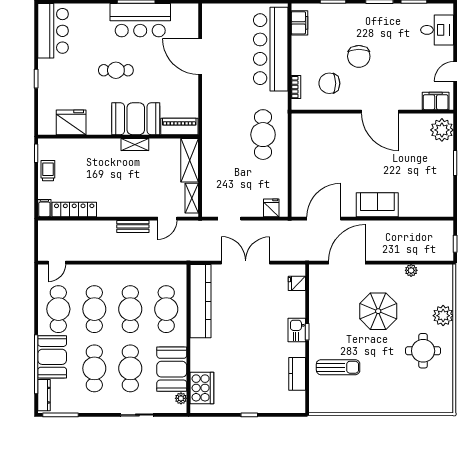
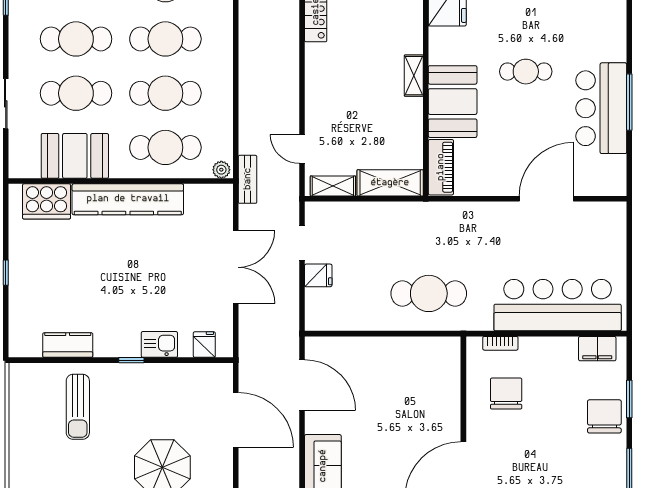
chair: (359, 56) -> (604, 416), moved, turned 90
cafe table: (116, 70) -> (526, 72), turned 90
shelving: (135, 144) -> (414, 76), moved
fridge: (271, 208) -> (318, 275), moved
bench: (133, 226) -> (248, 179), moved
kitchen counter: (201, 301) -> (128, 199), moved
kitchen sink: (297, 330) -> (159, 344), moved
plant: (181, 398) -> (221, 170), moved

